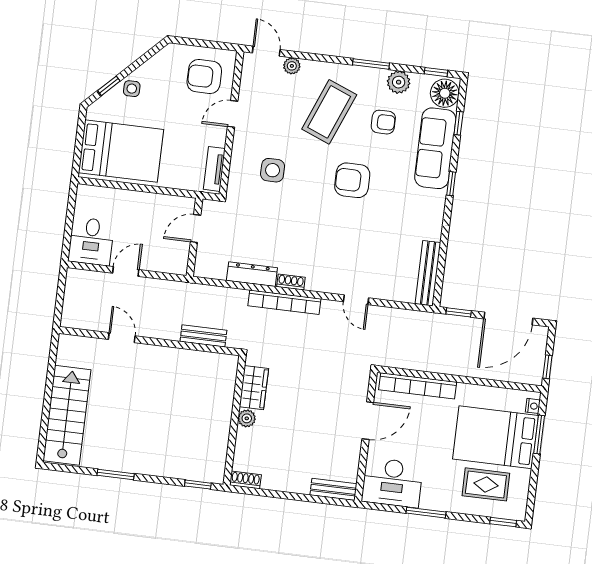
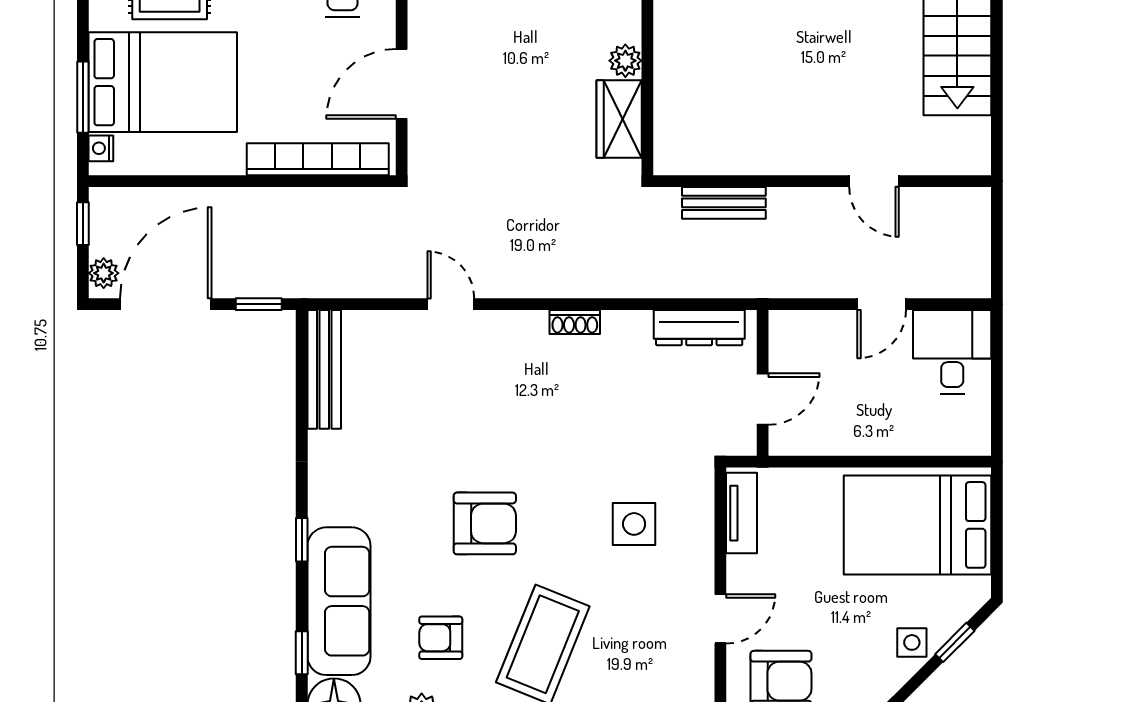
dresser: (252, 274) -> (699, 328), moved
bookcase: (284, 302) -> (582, 283), removed
plant: (540, 339) -> (104, 273), added

